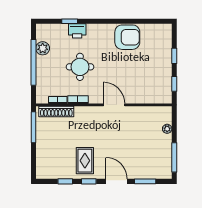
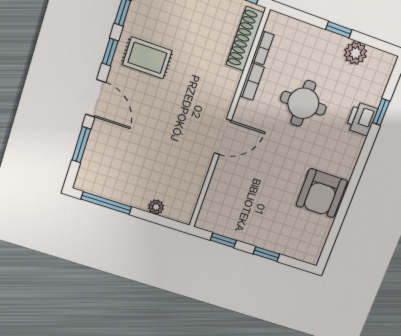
window: (33, 62) -> (339, 30), width x0.32
door: (117, 181) -> (96, 98), hinge flipped

